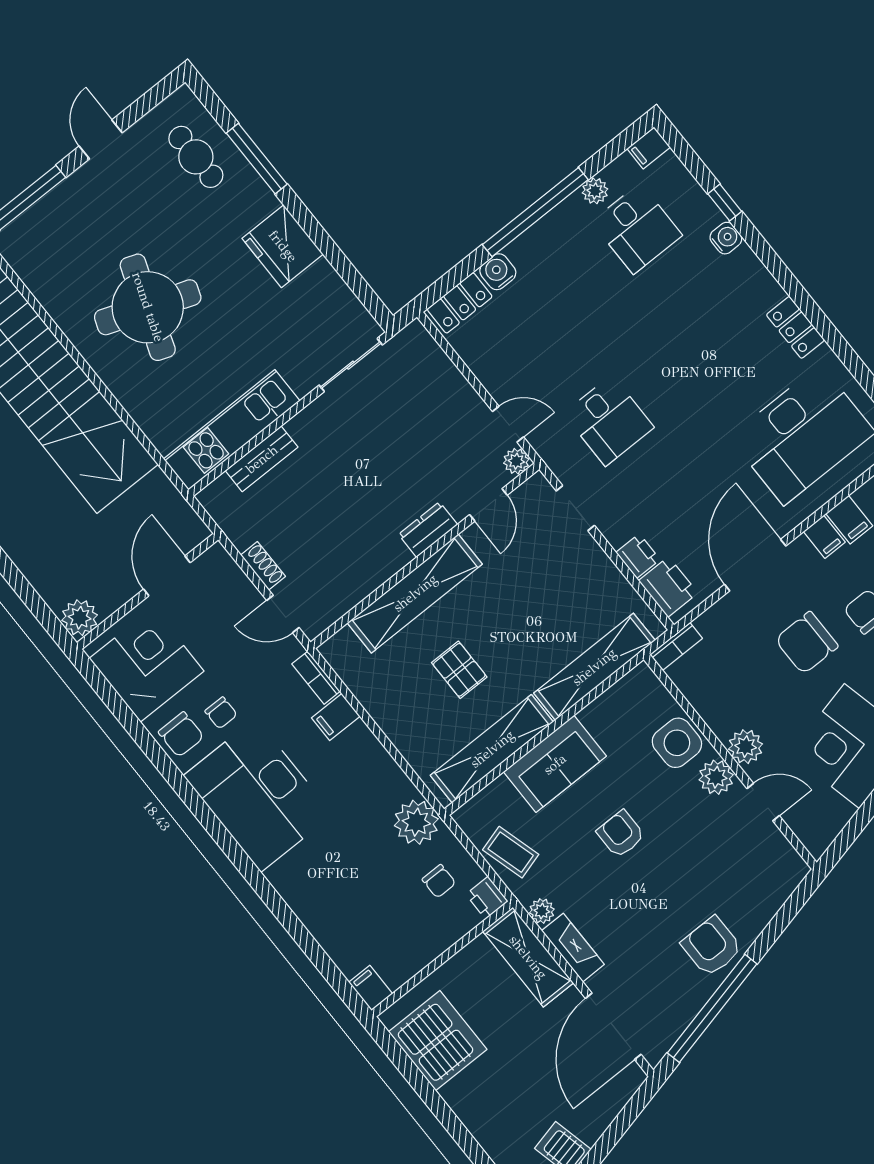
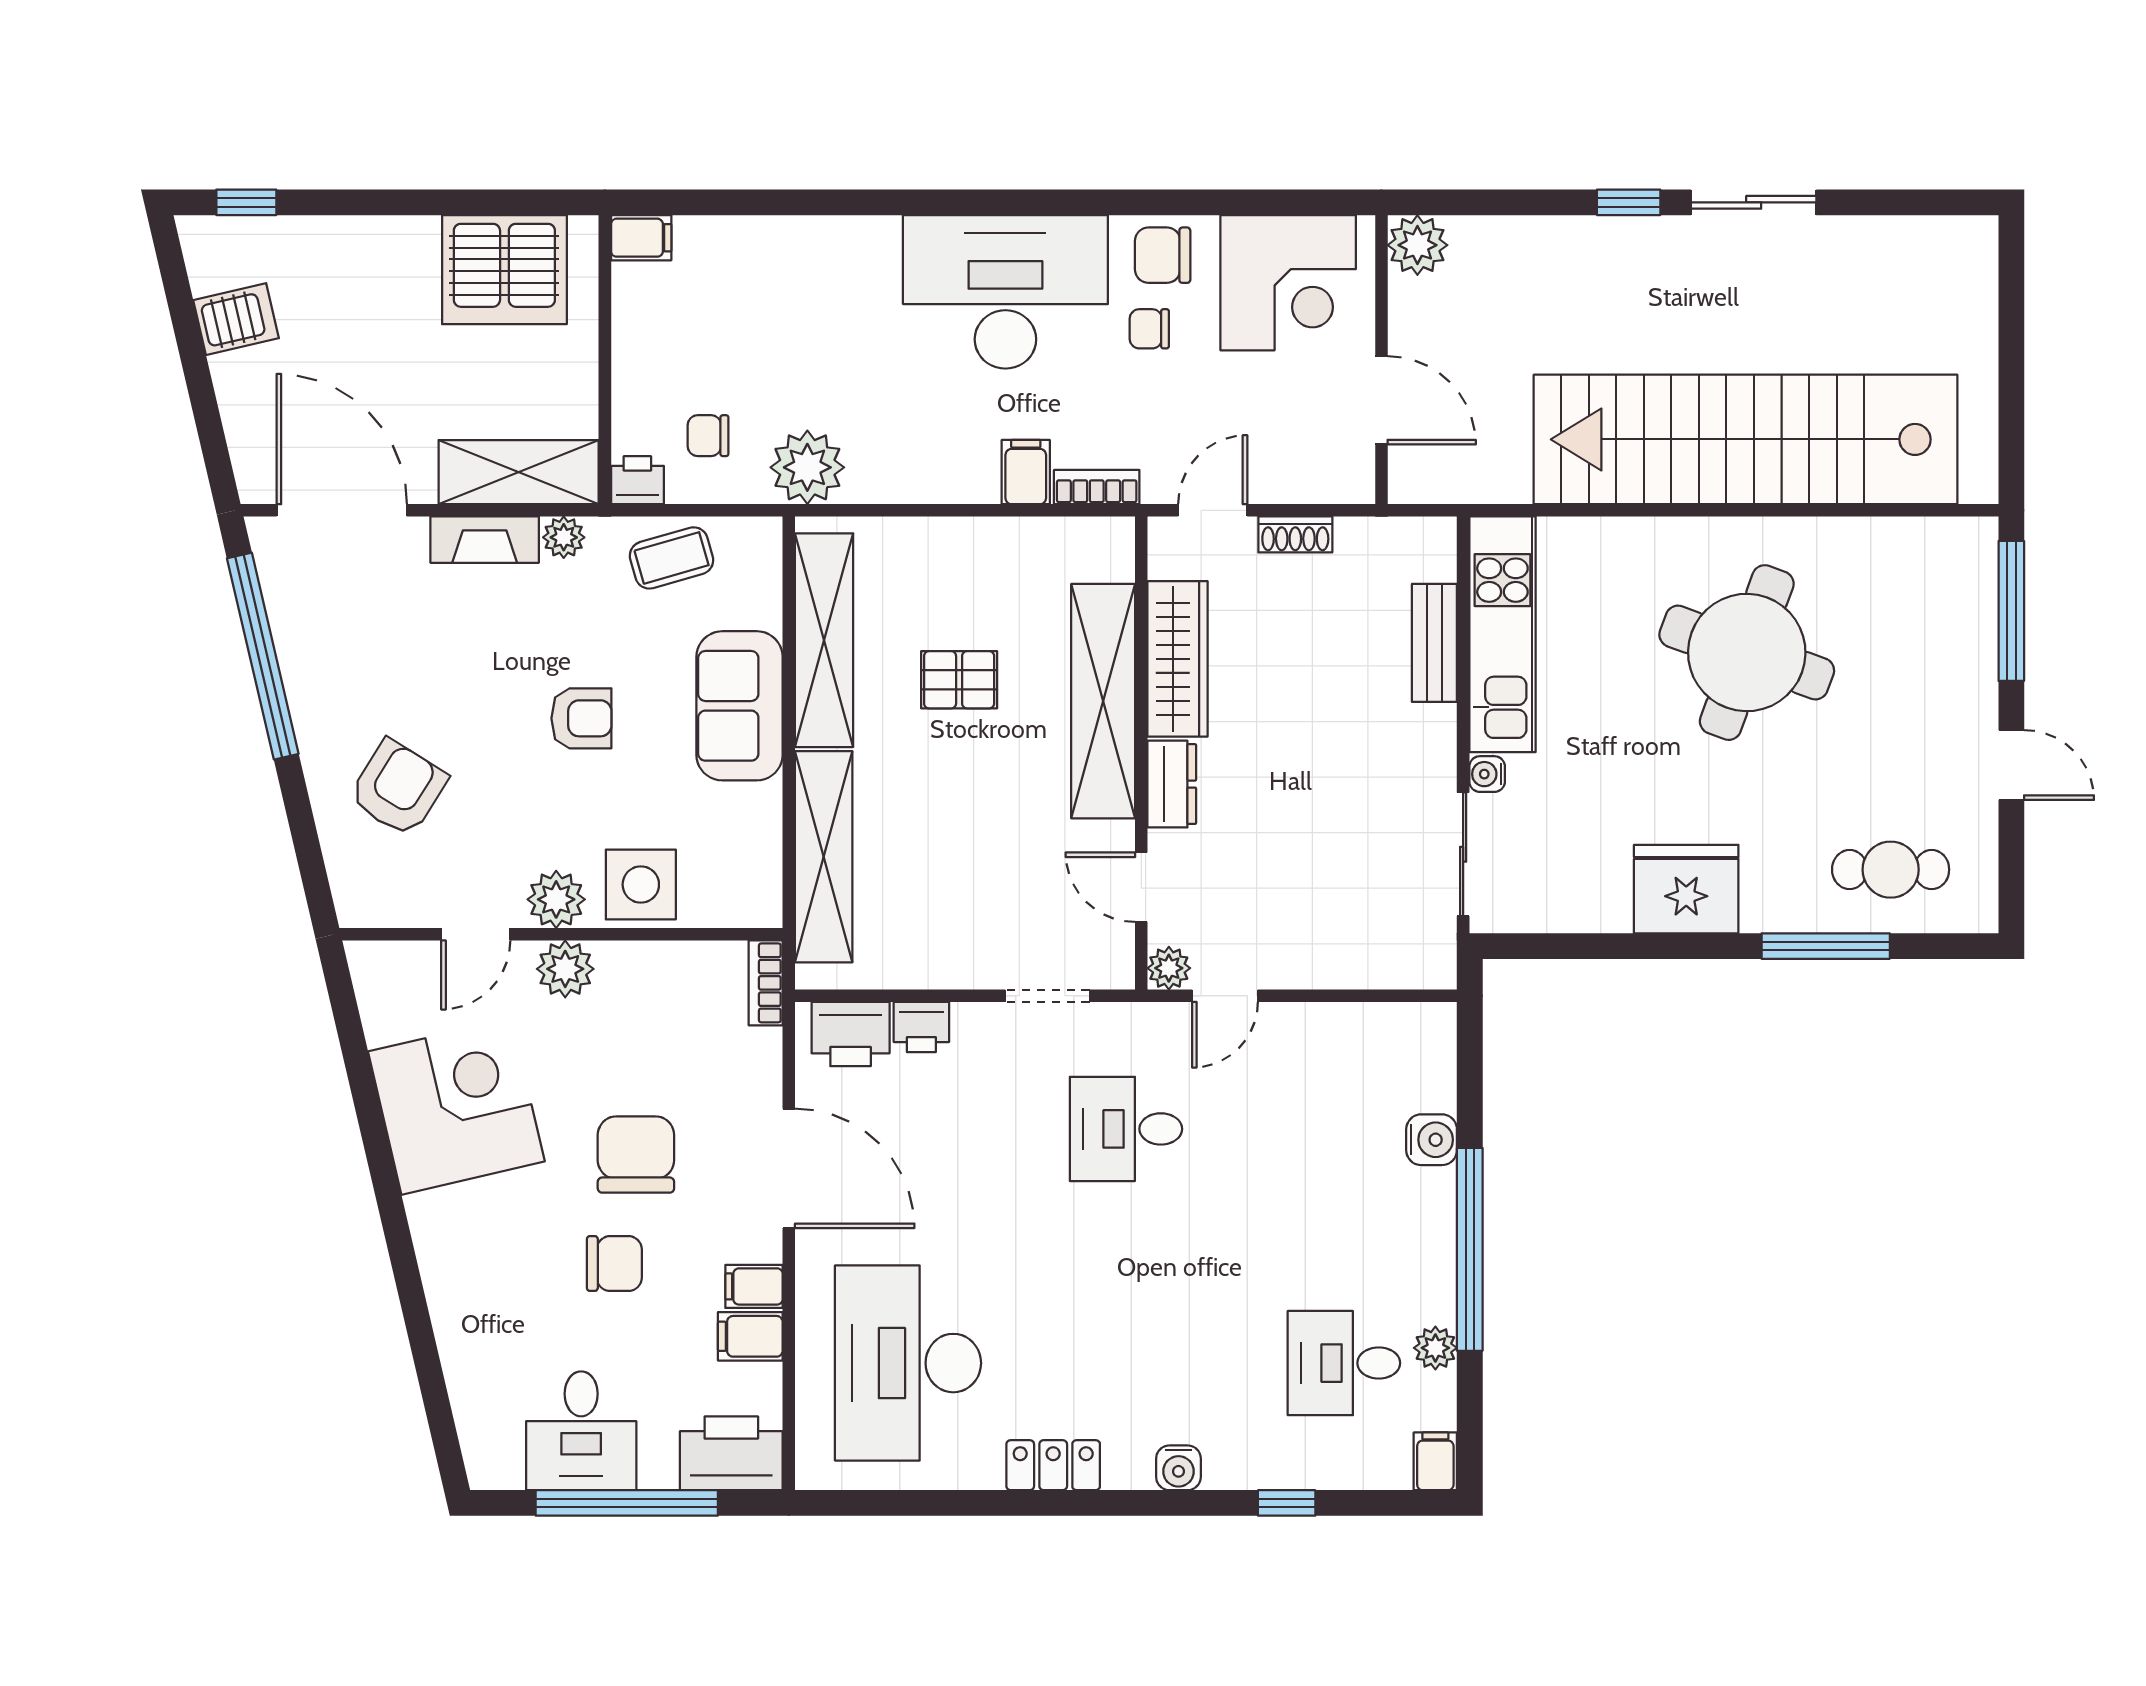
water cooler: (726, 238) -> (1178, 1468), moved
locker: (460, 303) -> (1431, 1058), removed
water cooler: (304, 384) -> (1487, 774), added
wardrobe: (367, 574) -> (1177, 659), added
armchair: (712, 946) -> (398, 788), moved, turned -58

